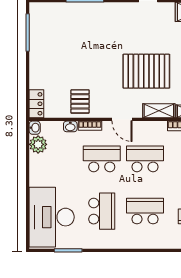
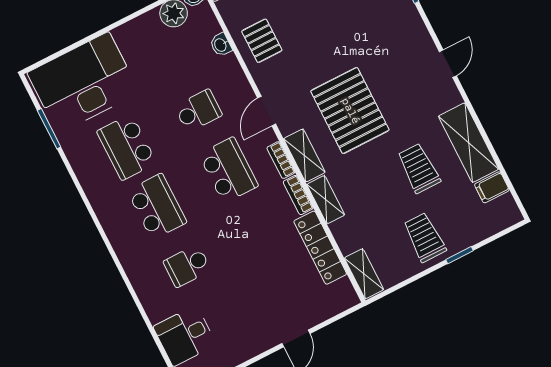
pallet: (80, 101) -> (262, 41), turned 90
bookcase: (90, 126) -> (281, 160), moved
school desk: (102, 159) -> (198, 111), width x0.54
school desk: (102, 211) -> (127, 147), turned 90

